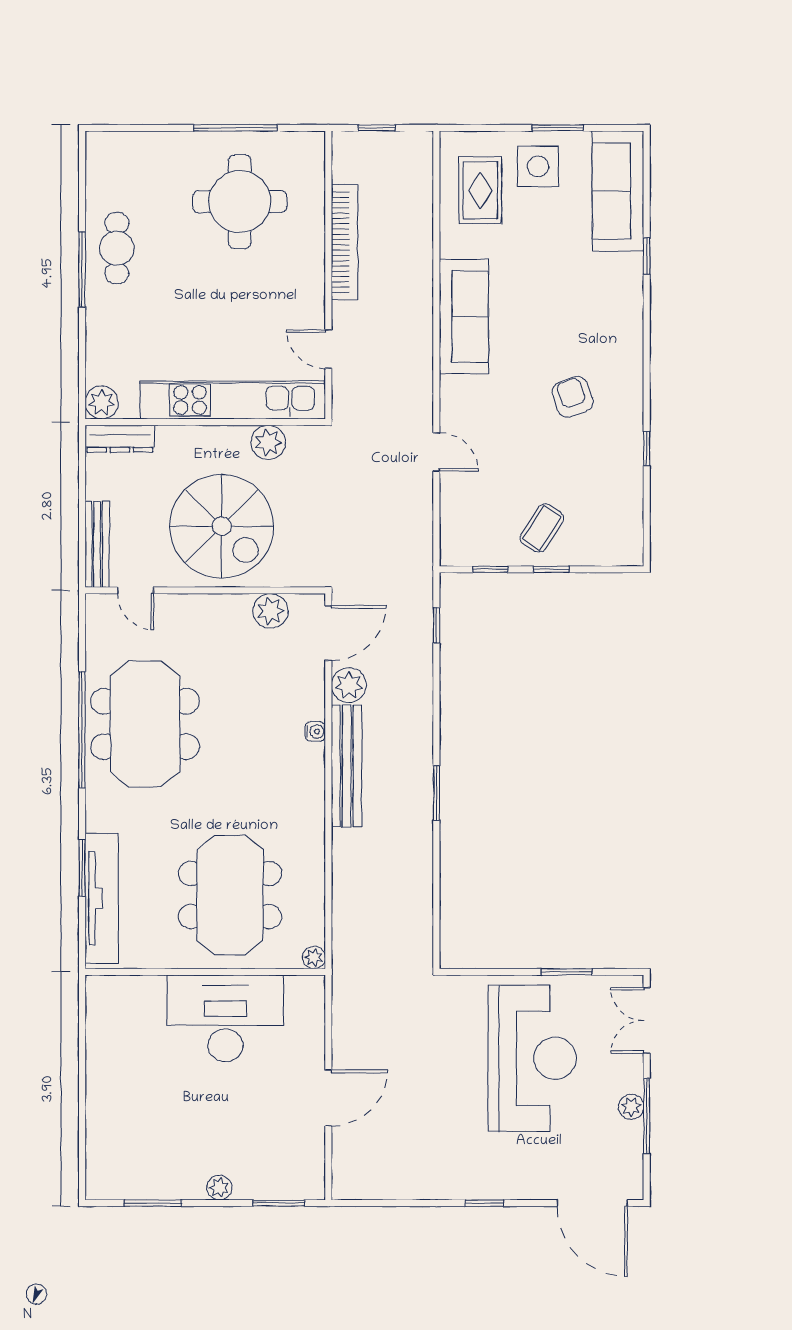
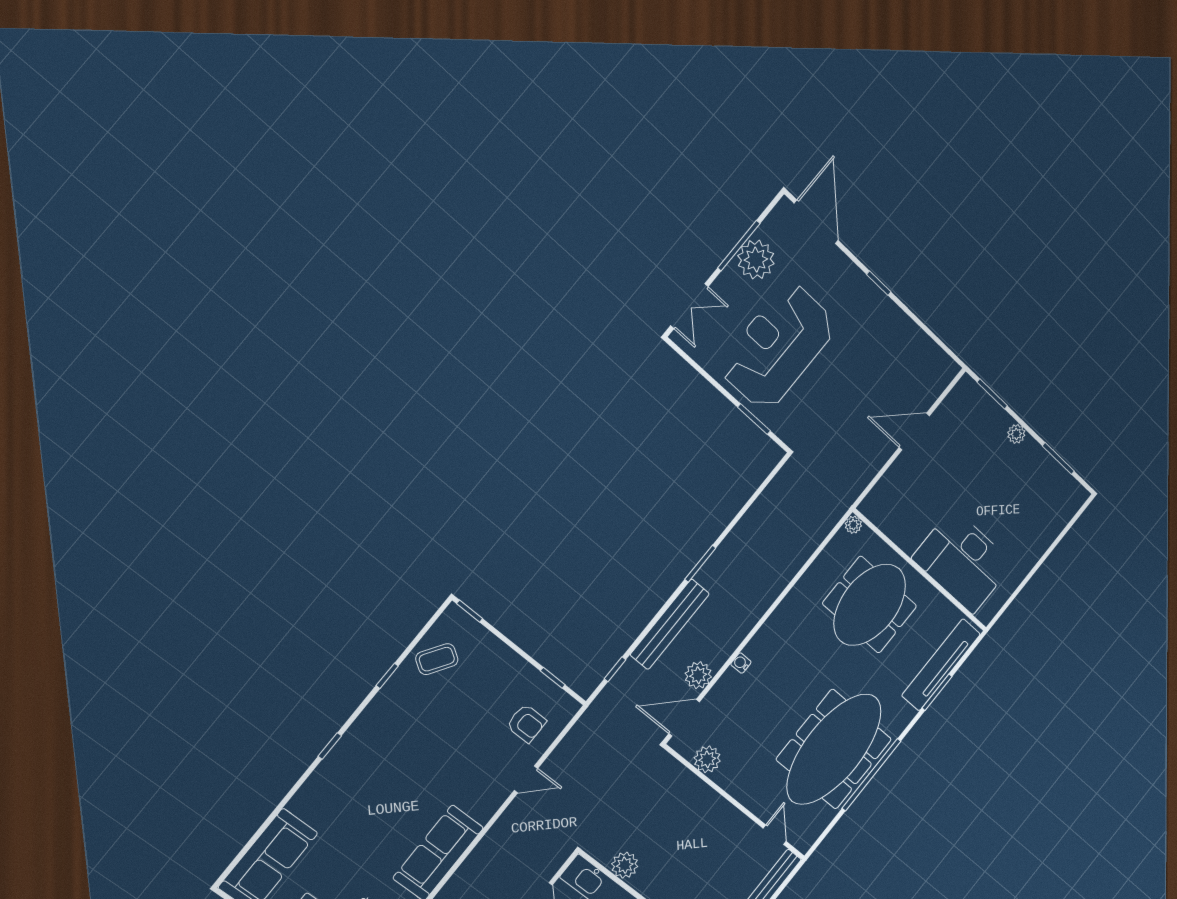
window: (647, 256) -> (330, 746), moved
armchair: (572, 397) -> (526, 723), moved, turned -70
door: (436, 452) -> (526, 779), swing flipped
spiral stairs: (222, 526) -> (694, 835), removed
coffee table: (542, 528) -> (437, 659), moved
window: (551, 569) -> (470, 611), moved
meeting table: (145, 724) -> (834, 749), width x1.36
bench: (347, 766) -> (670, 624), moved
window: (566, 972) -> (754, 419), moved
desk: (225, 1018) -> (963, 561), moved
plant: (631, 1107) -> (756, 260), width x1.88, depth x1.88

